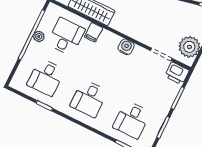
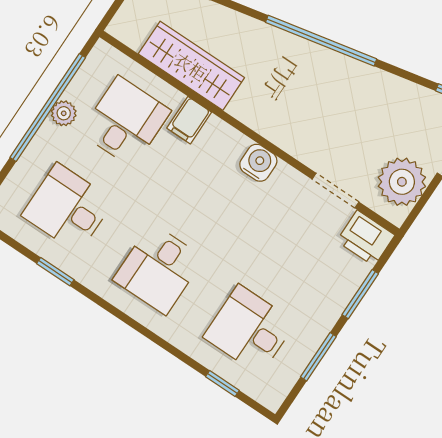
desk: (46, 77) -> (68, 208), turned 90
desk: (132, 120) -> (249, 330), turned 90

